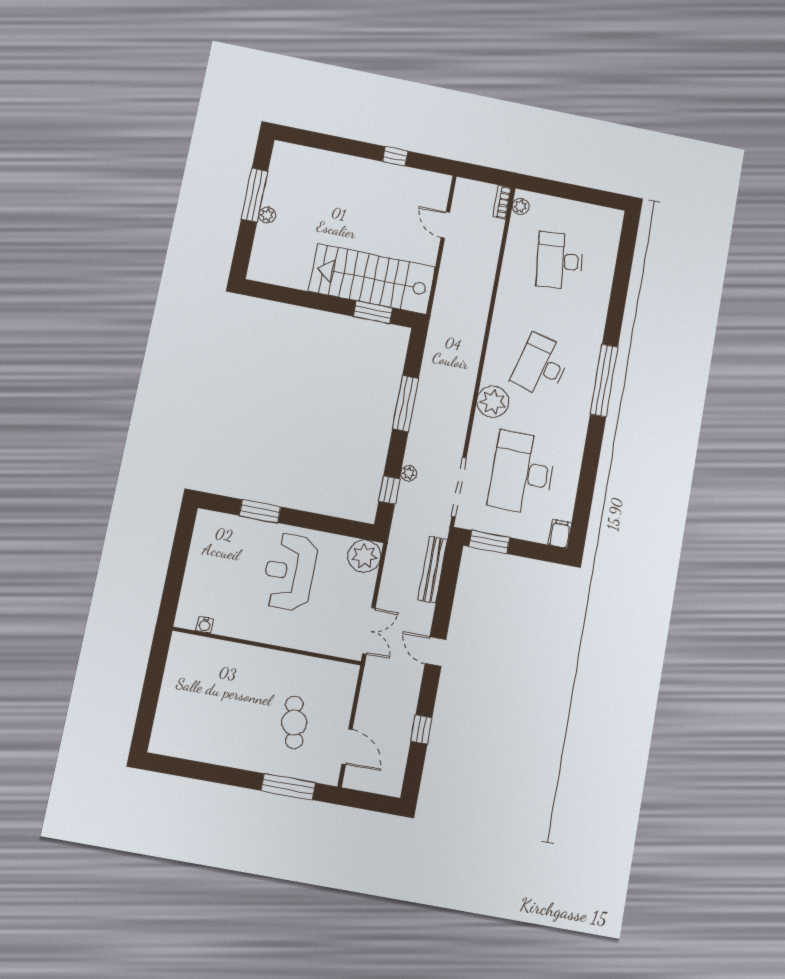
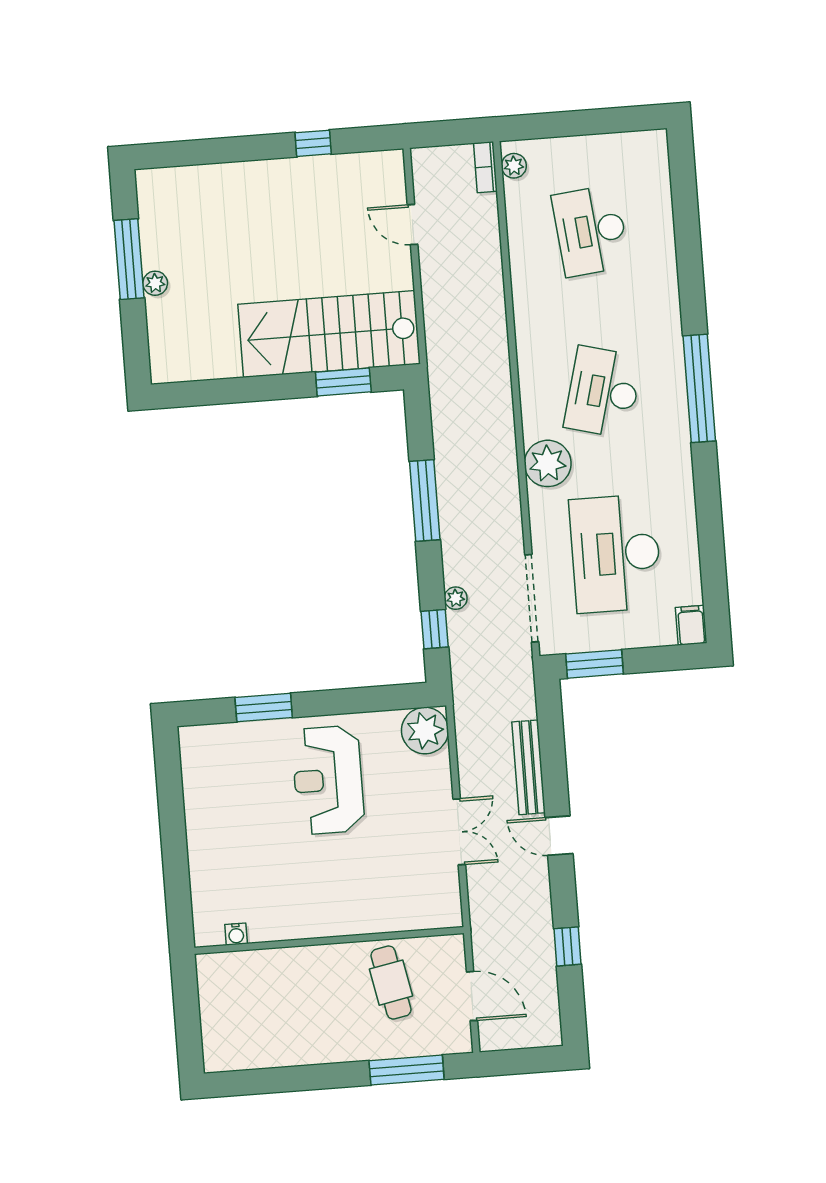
bench: (433, 570) -> (529, 767), moved
water cooler: (205, 625) -> (236, 934), moved
wall: (267, 646) -> (329, 940), moved

